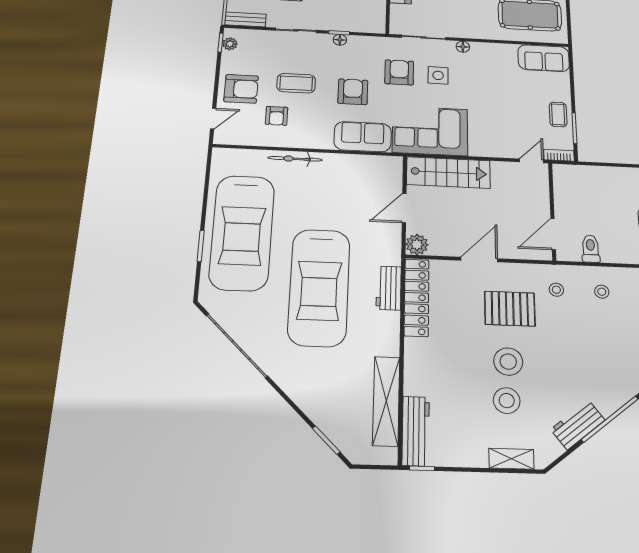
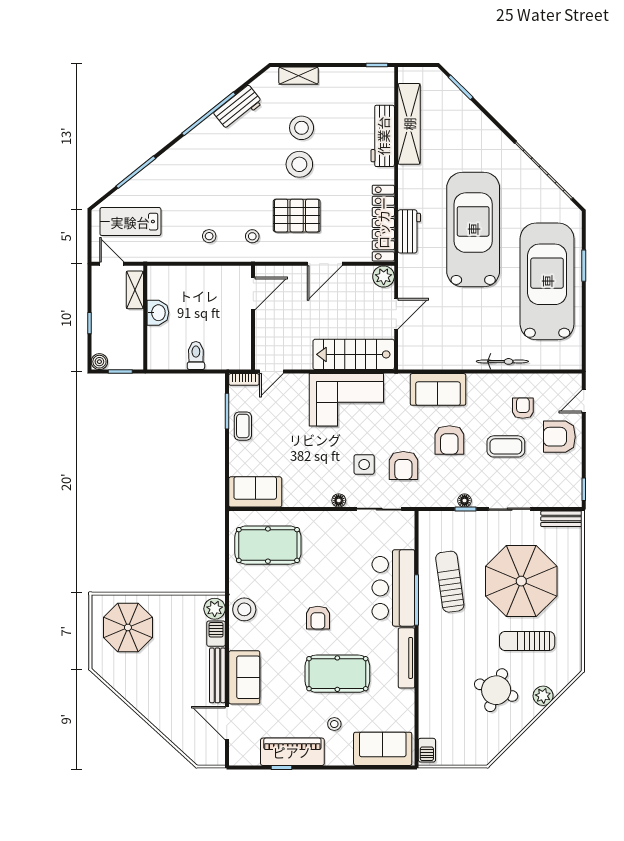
plant: (230, 44) -> (574, 489), removed
corner sofa: (430, 131) -> (346, 400), moved
toilet: (591, 249) -> (196, 356), moved, turned 180
workbench: (416, 431) -> (383, 136), moved

